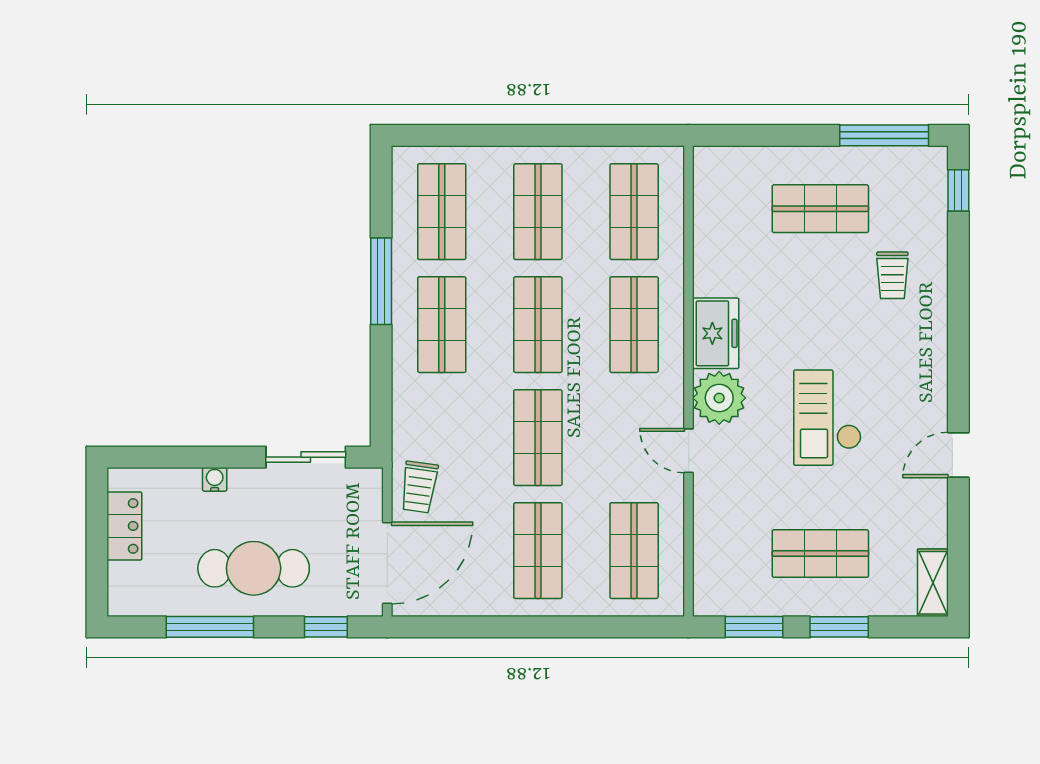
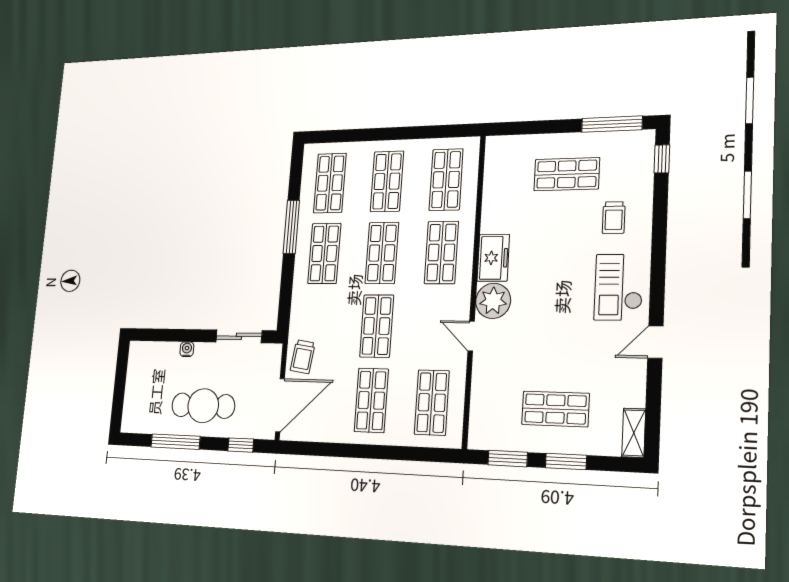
checkout: (827, 418) -> (619, 287), moved
locker: (124, 526) -> (135, 377), removed

